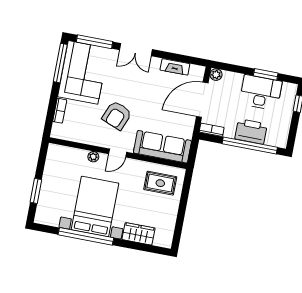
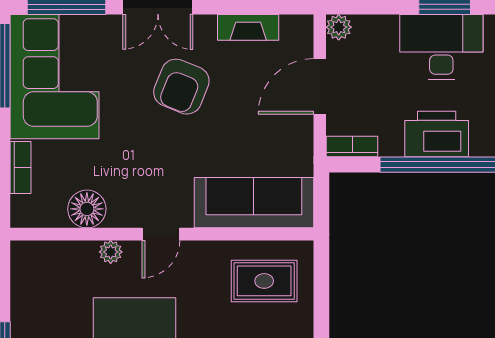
door: (202, 100) -> (320, 86), width x0.73
armchair: (117, 115) -> (181, 87), moved
floor lamp: (86, 135) -> (87, 209), added

